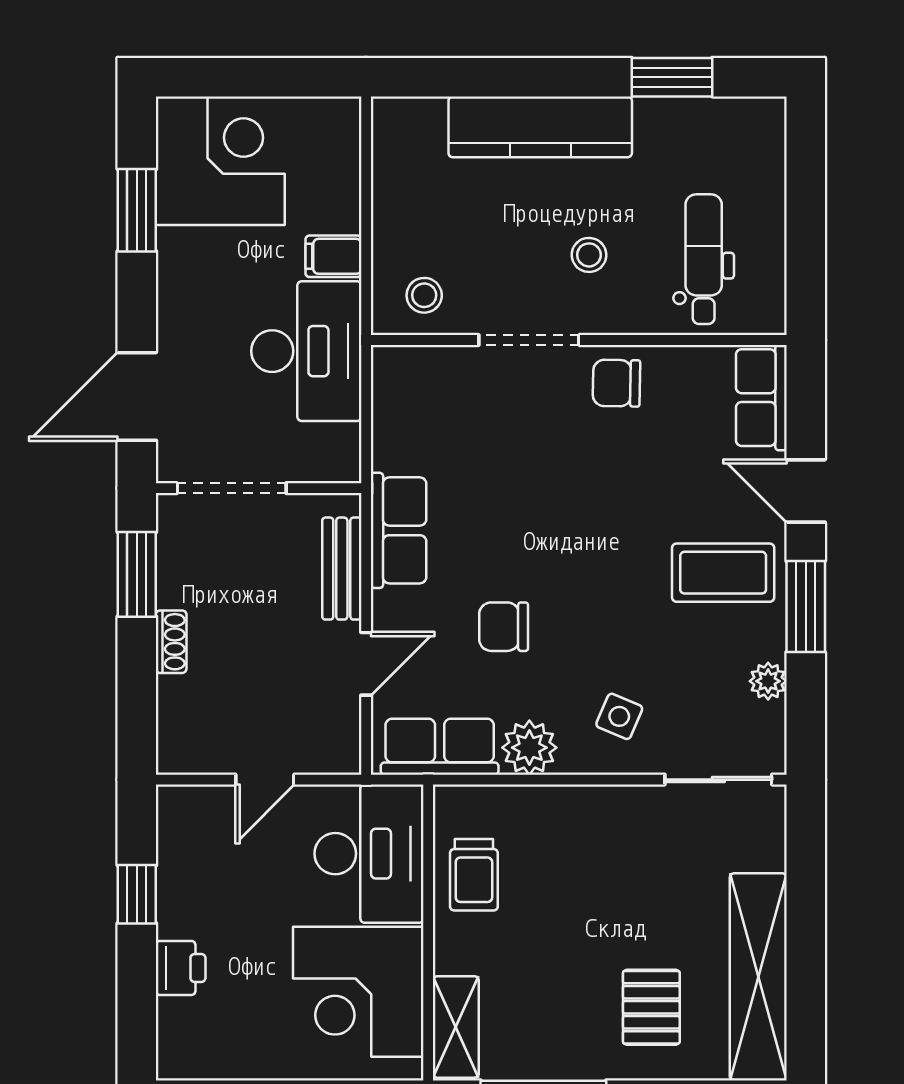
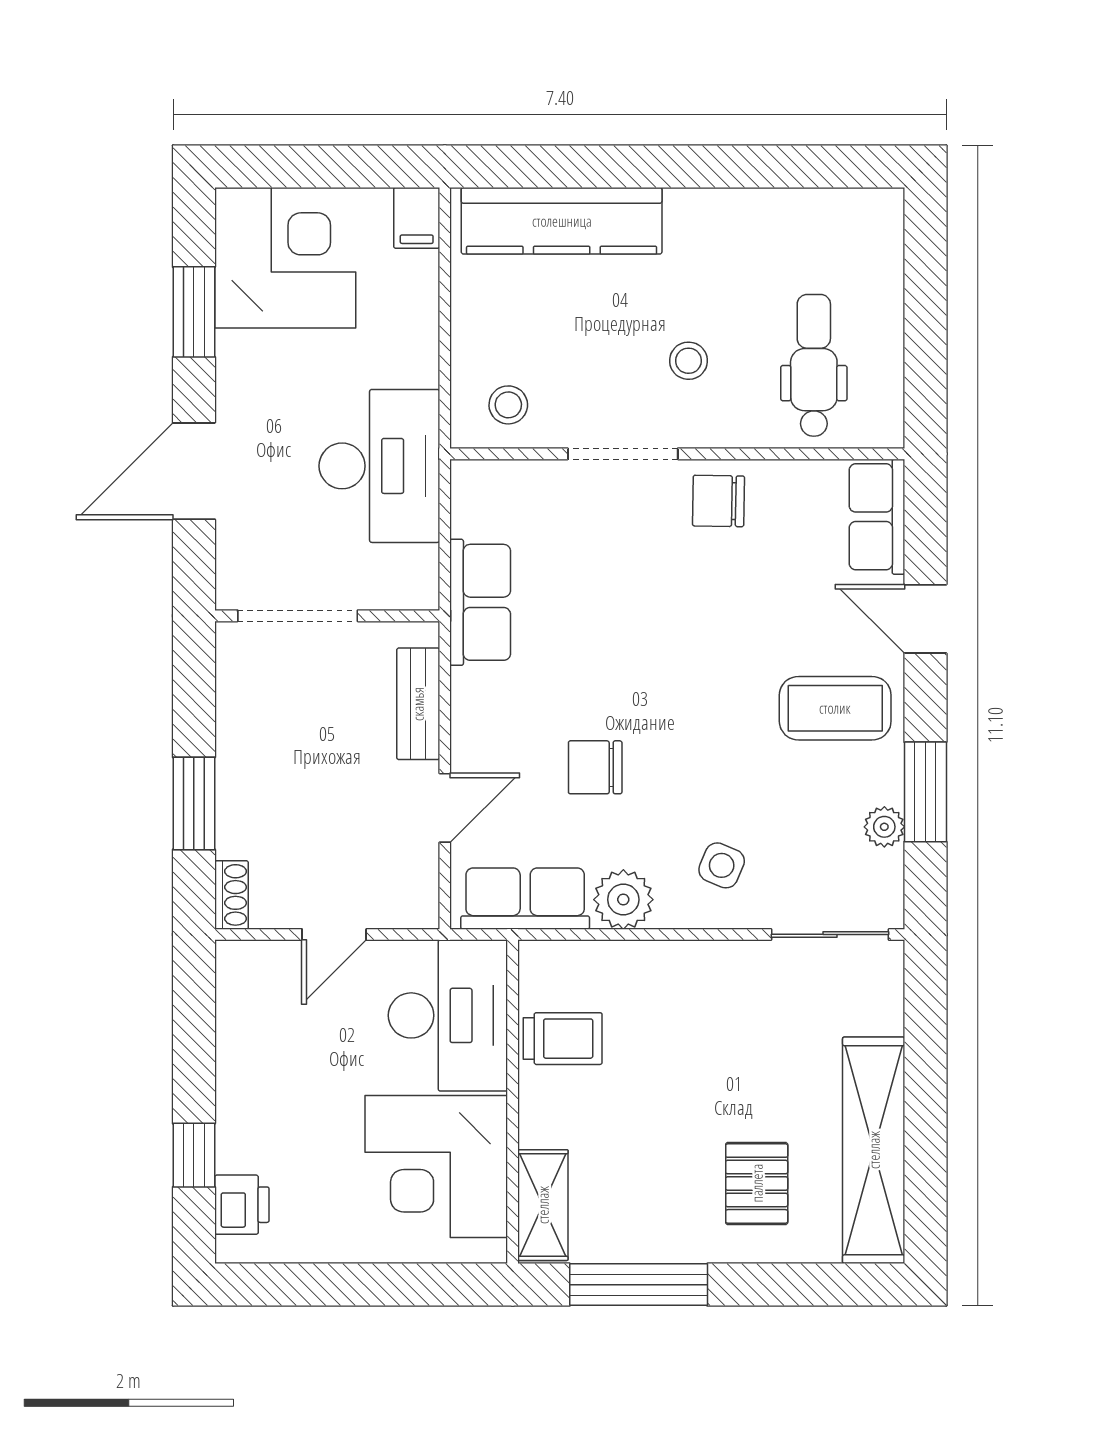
window: (672, 77) -> (779, 166), removed
kitchen counter: (540, 127) -> (562, 221), moved
filing cabinet: (333, 256) -> (417, 218), moved, turned -90
door: (137, 396) -> (194, 471), moved
row of seats: (399, 530) -> (480, 602), moved
window: (137, 574) -> (194, 803), moved
window: (806, 607) -> (925, 792), moved
shoe rack: (171, 642) -> (232, 895), moved
trolley: (474, 875) -> (563, 1039), turned -90
window: (137, 894) -> (194, 1155), moved
printer: (181, 968) -> (242, 1205), moved

